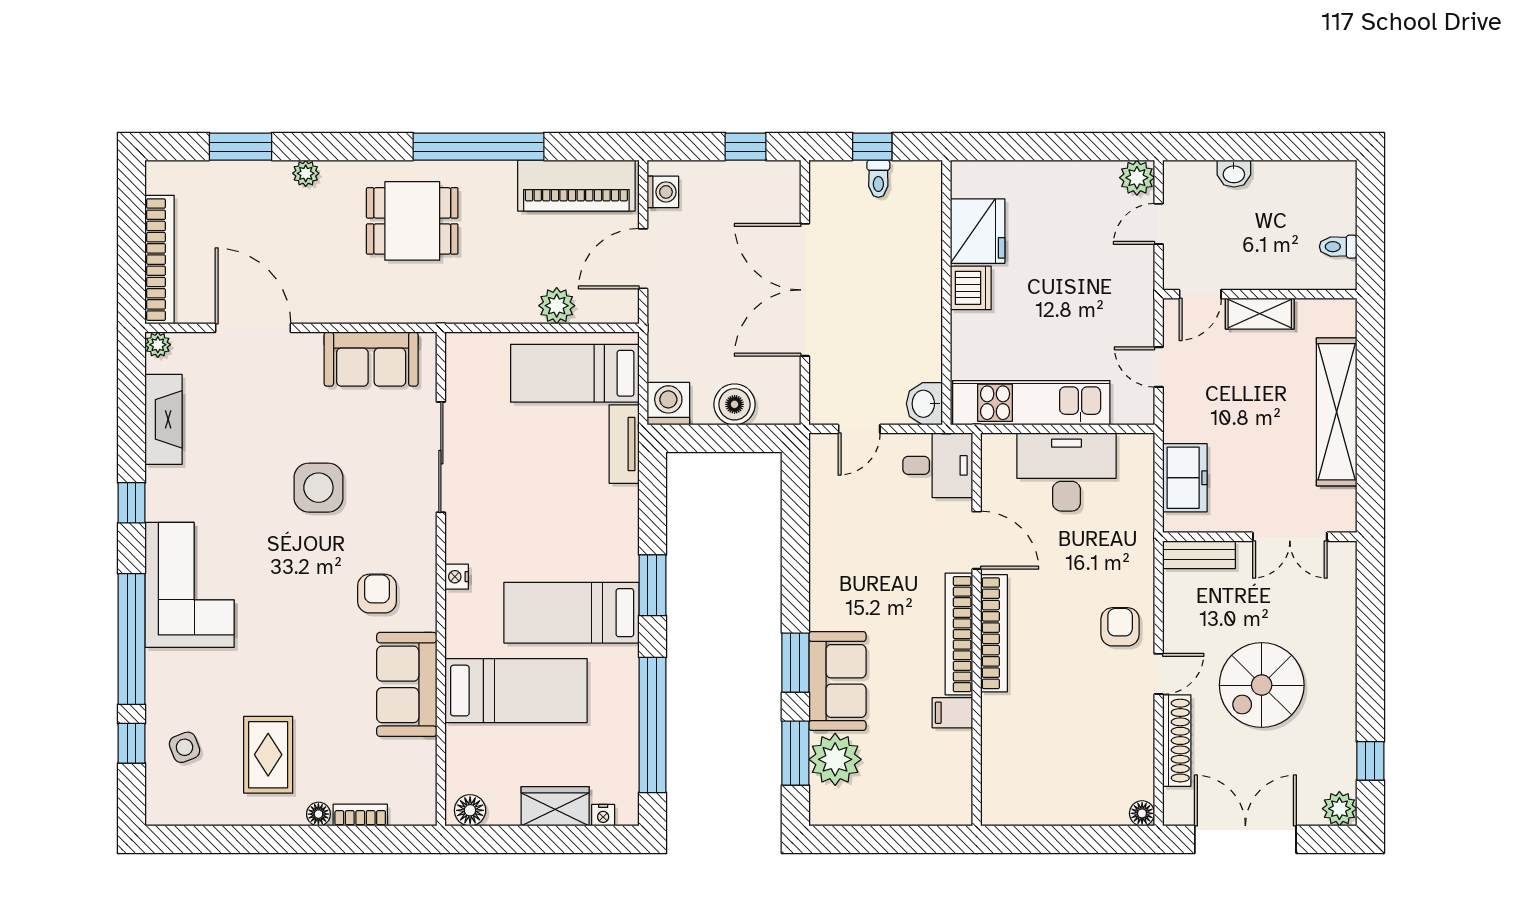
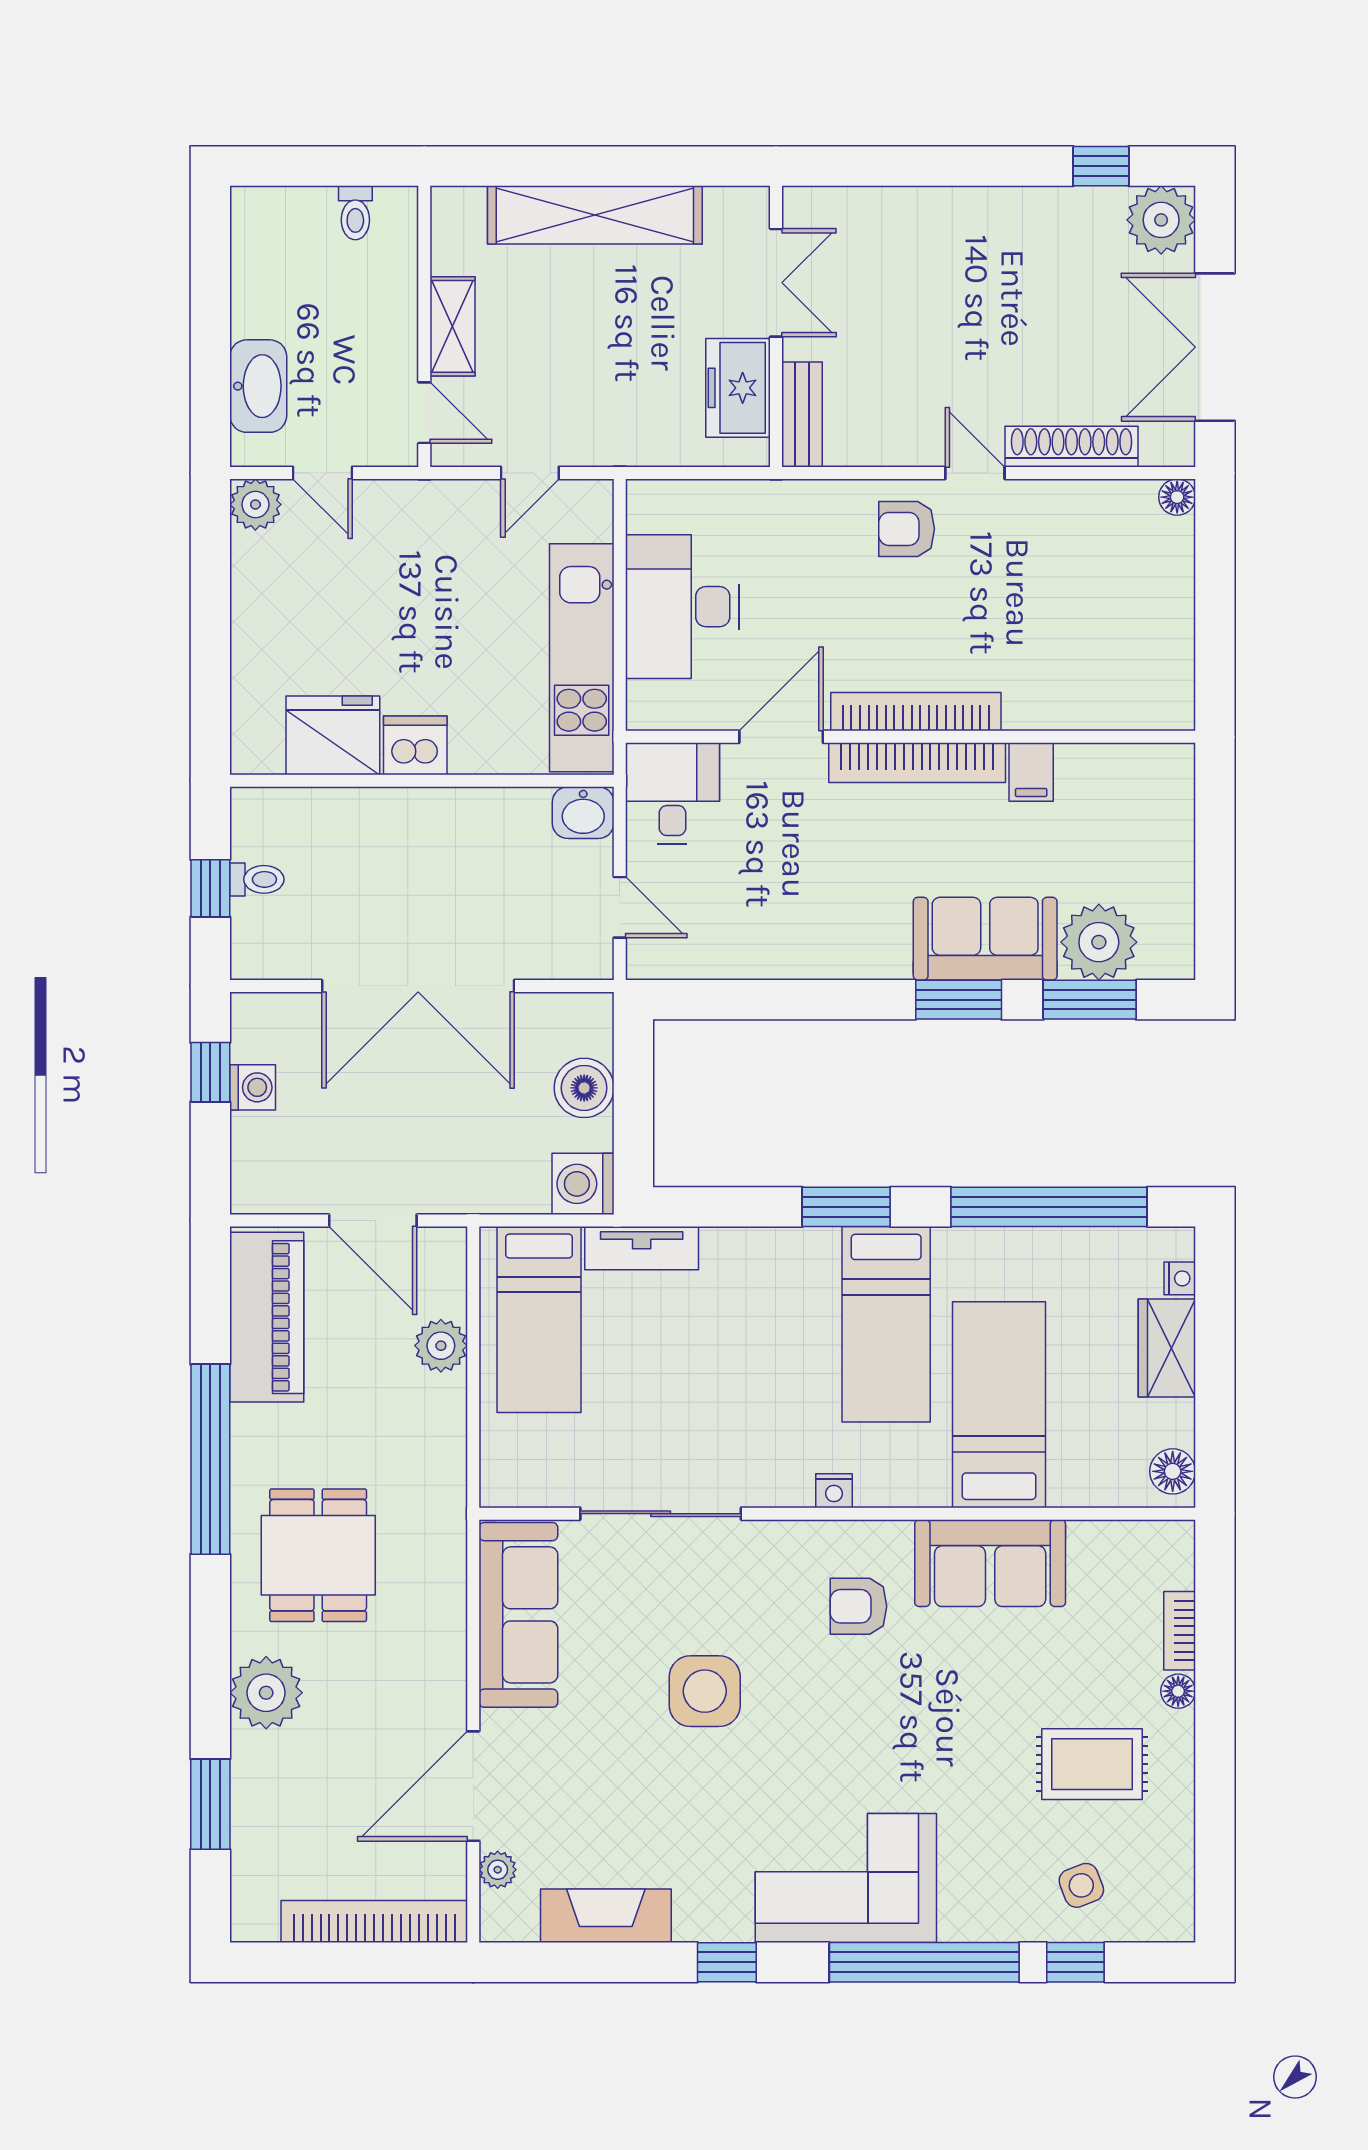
plant: (306, 173) -> (266, 1693), width x1.88, depth x1.88
washbasin: (1234, 174) -> (258, 386), width x1.91, depth x1.45
washing machine: (663, 192) -> (253, 1087), moved, turned 90
plant: (158, 345) -> (498, 1870), moved
sofa: (371, 359) -> (518, 1615), width x1.36
freezer: (1185, 478) -> (738, 388), moved, turned -90
spiral stairs: (1262, 685) -> (991, 324), removed
plant: (1339, 809) -> (1161, 220), width x1.36, depth x1.36

